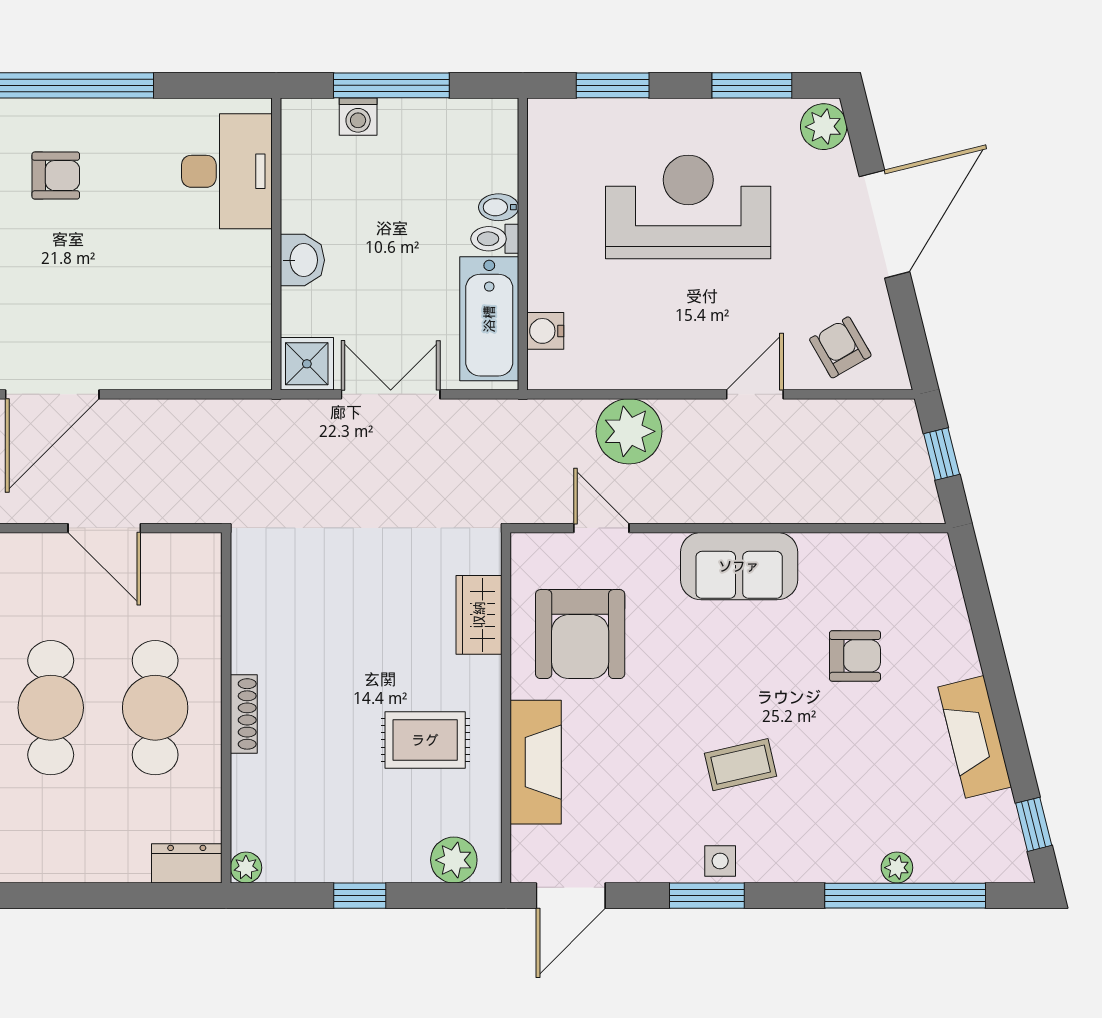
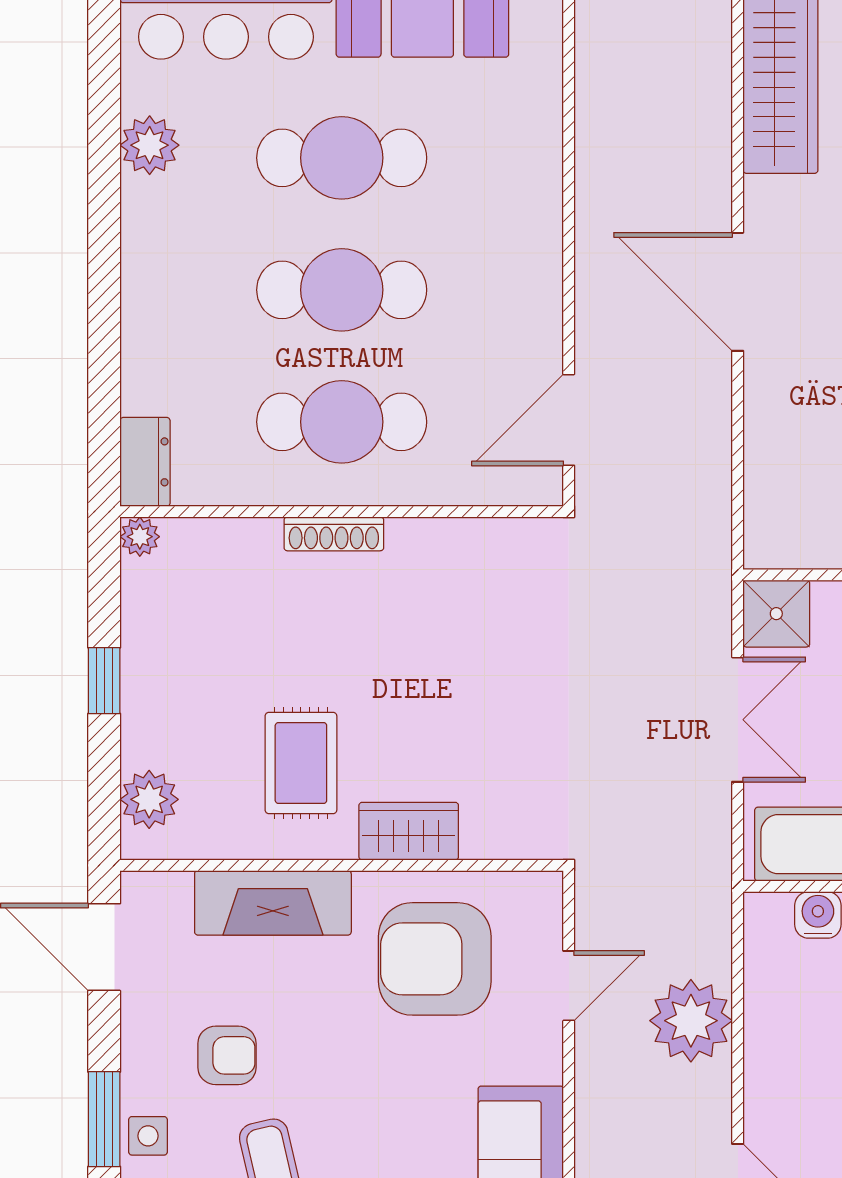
door: (104, 528) -> (569, 420), moved
wardrobe: (479, 615) -> (409, 831), moved
armchair: (656, 798) -> (227, 1055), added

